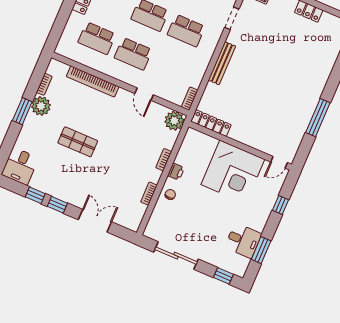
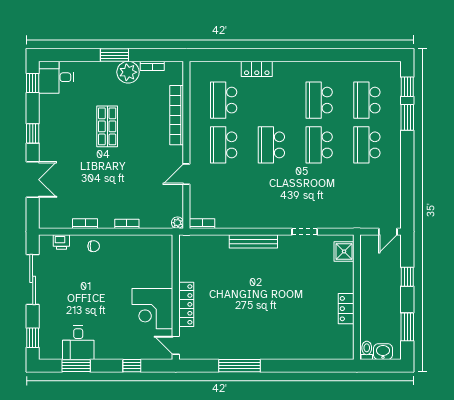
school desk: (186, 31) -> (271, 190), removed
plant: (174, 121) -> (177, 223), width x0.53, depth x0.53
locker: (211, 123) -> (186, 304), moved
printer: (176, 172) -> (61, 242), moved
corner desk: (233, 172) -> (152, 309), width x0.74, depth x0.74
window: (35, 195) -> (33, 83), moved

